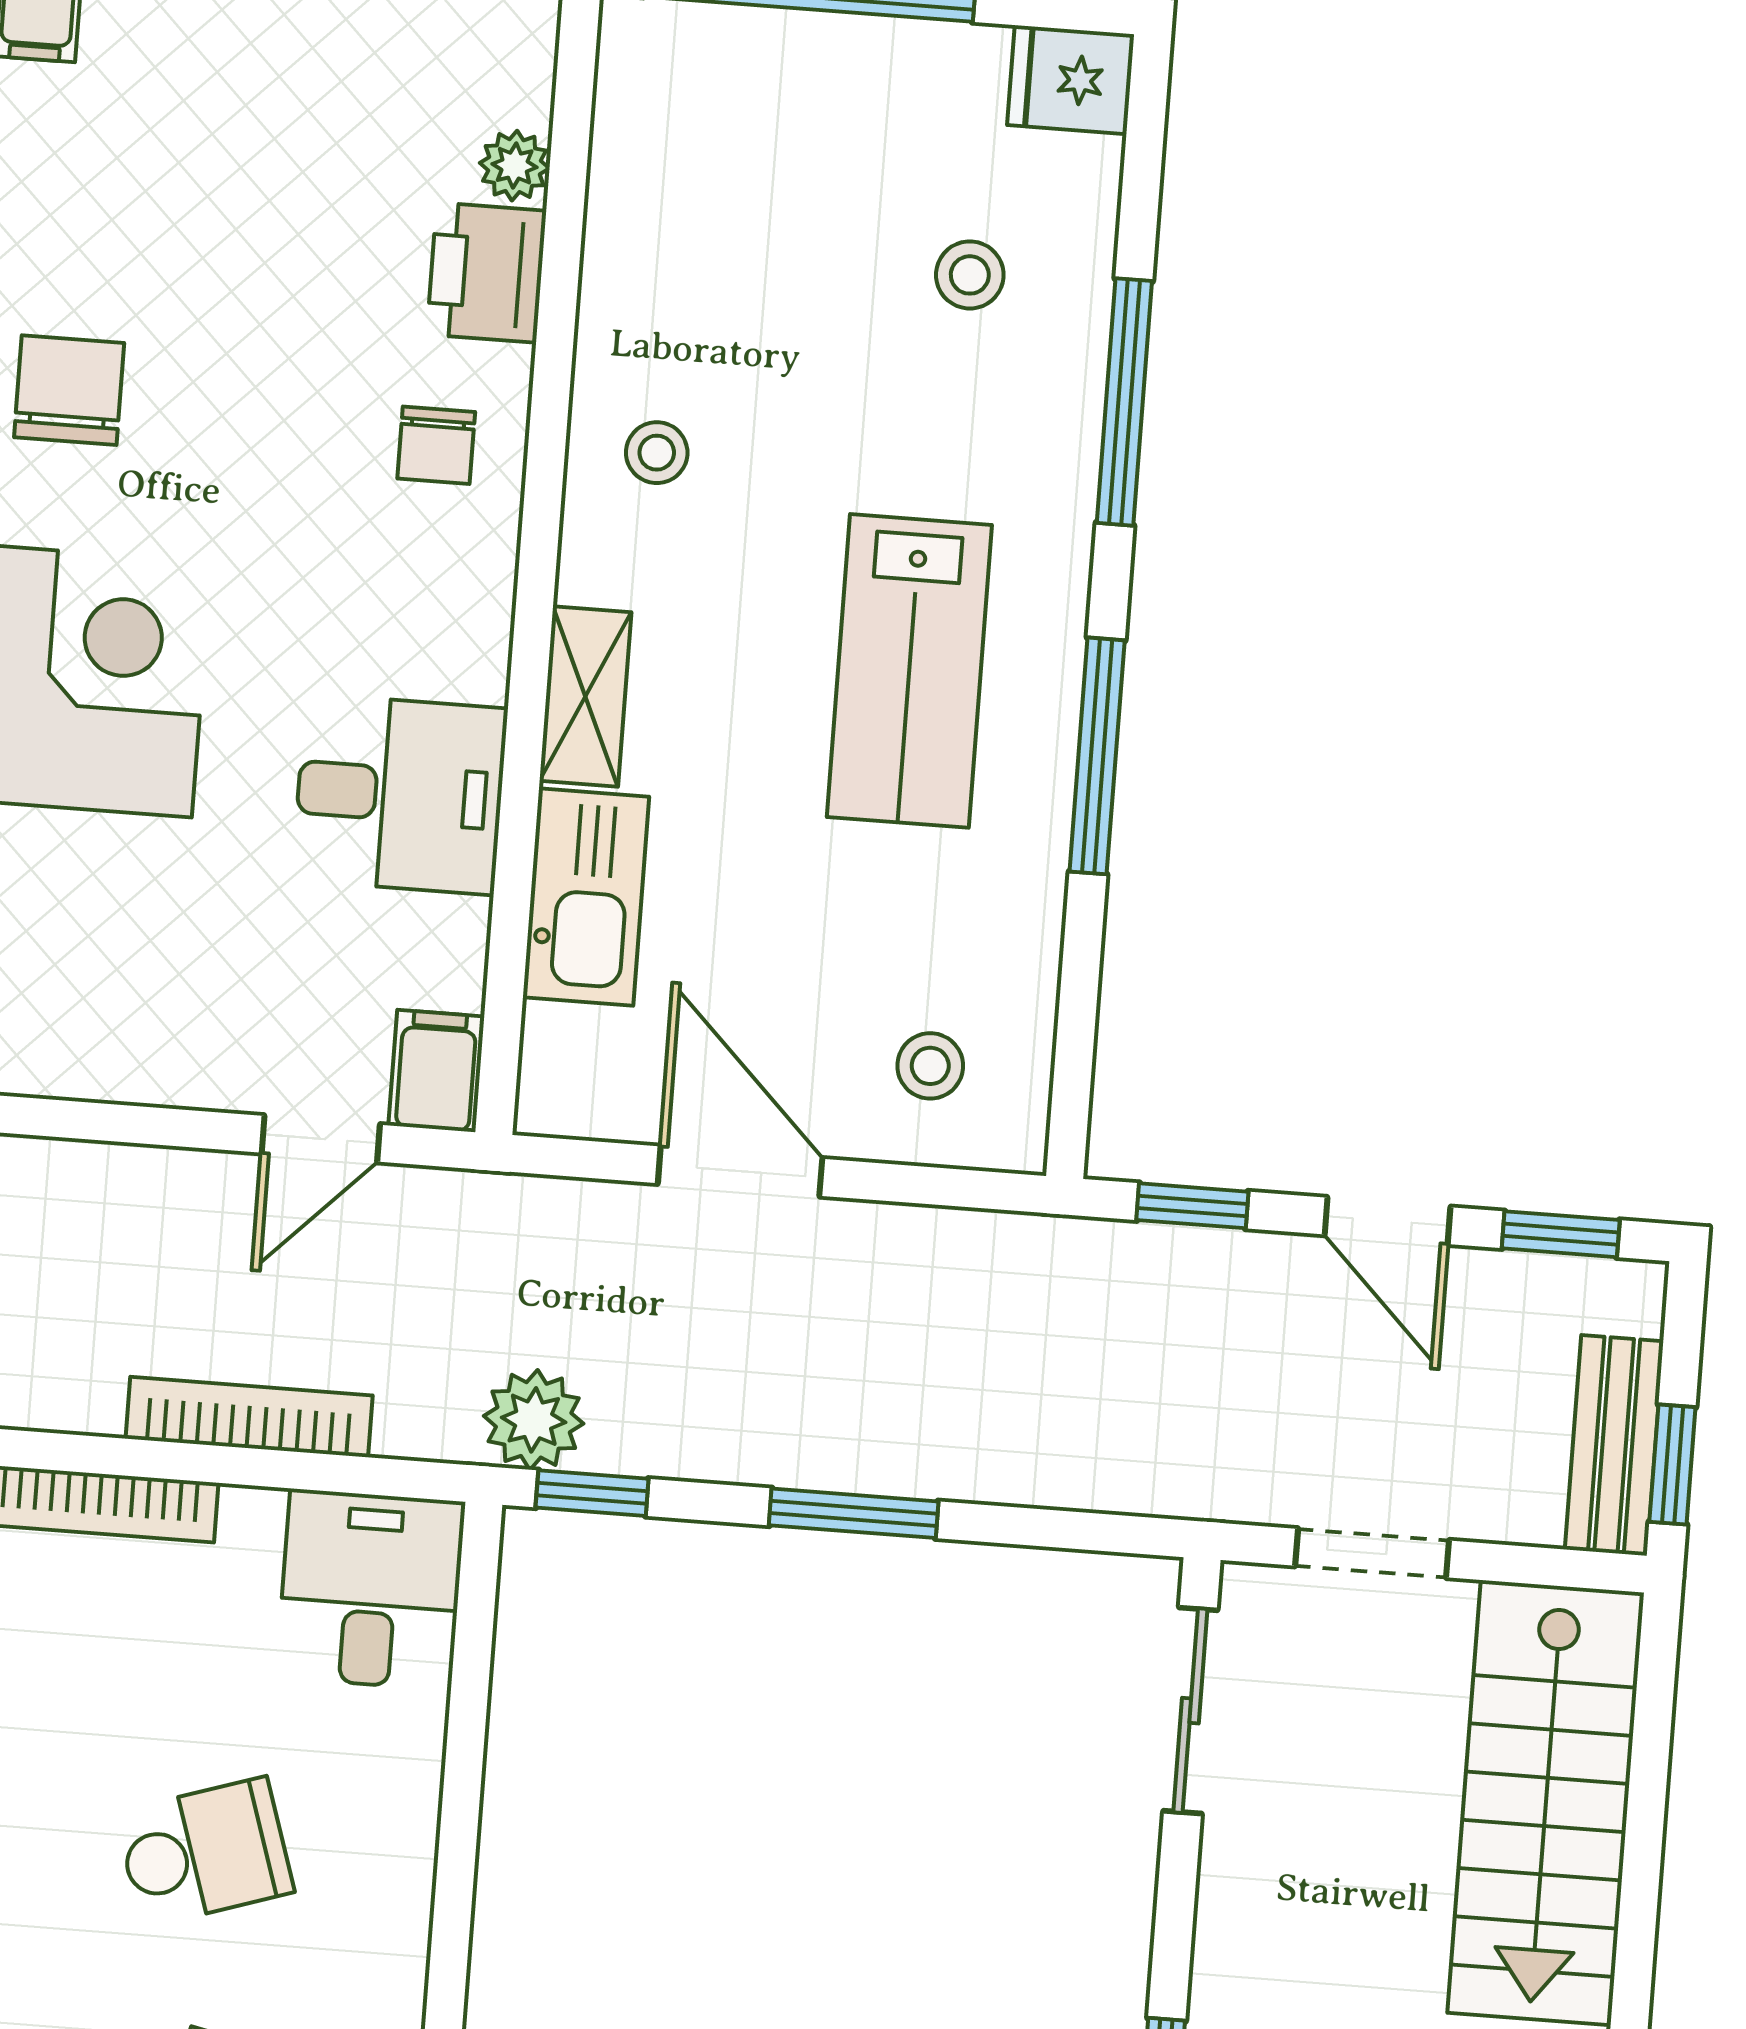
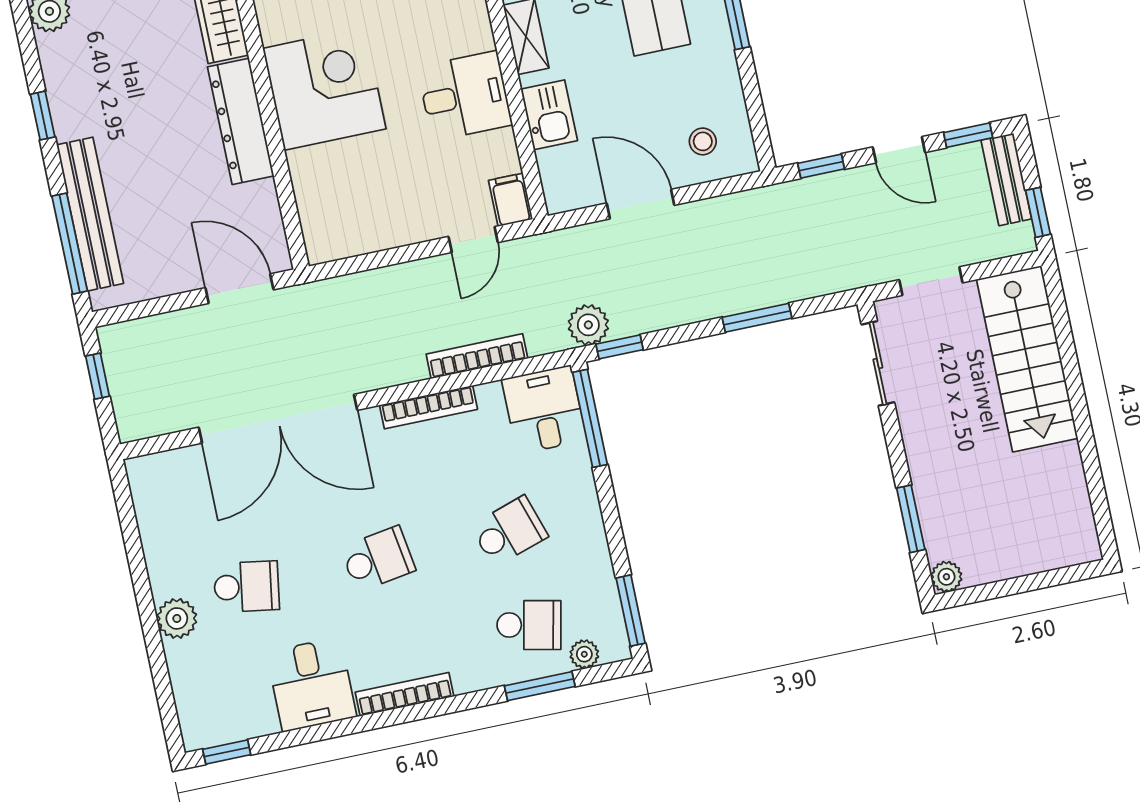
kitchen sink: (586, 897) -> (549, 115), width x0.73
bench: (1614, 1445) -> (1006, 180), moved
window: (854, 1513) -> (757, 318), moved
window: (473, 1642) -> (590, 418), added

